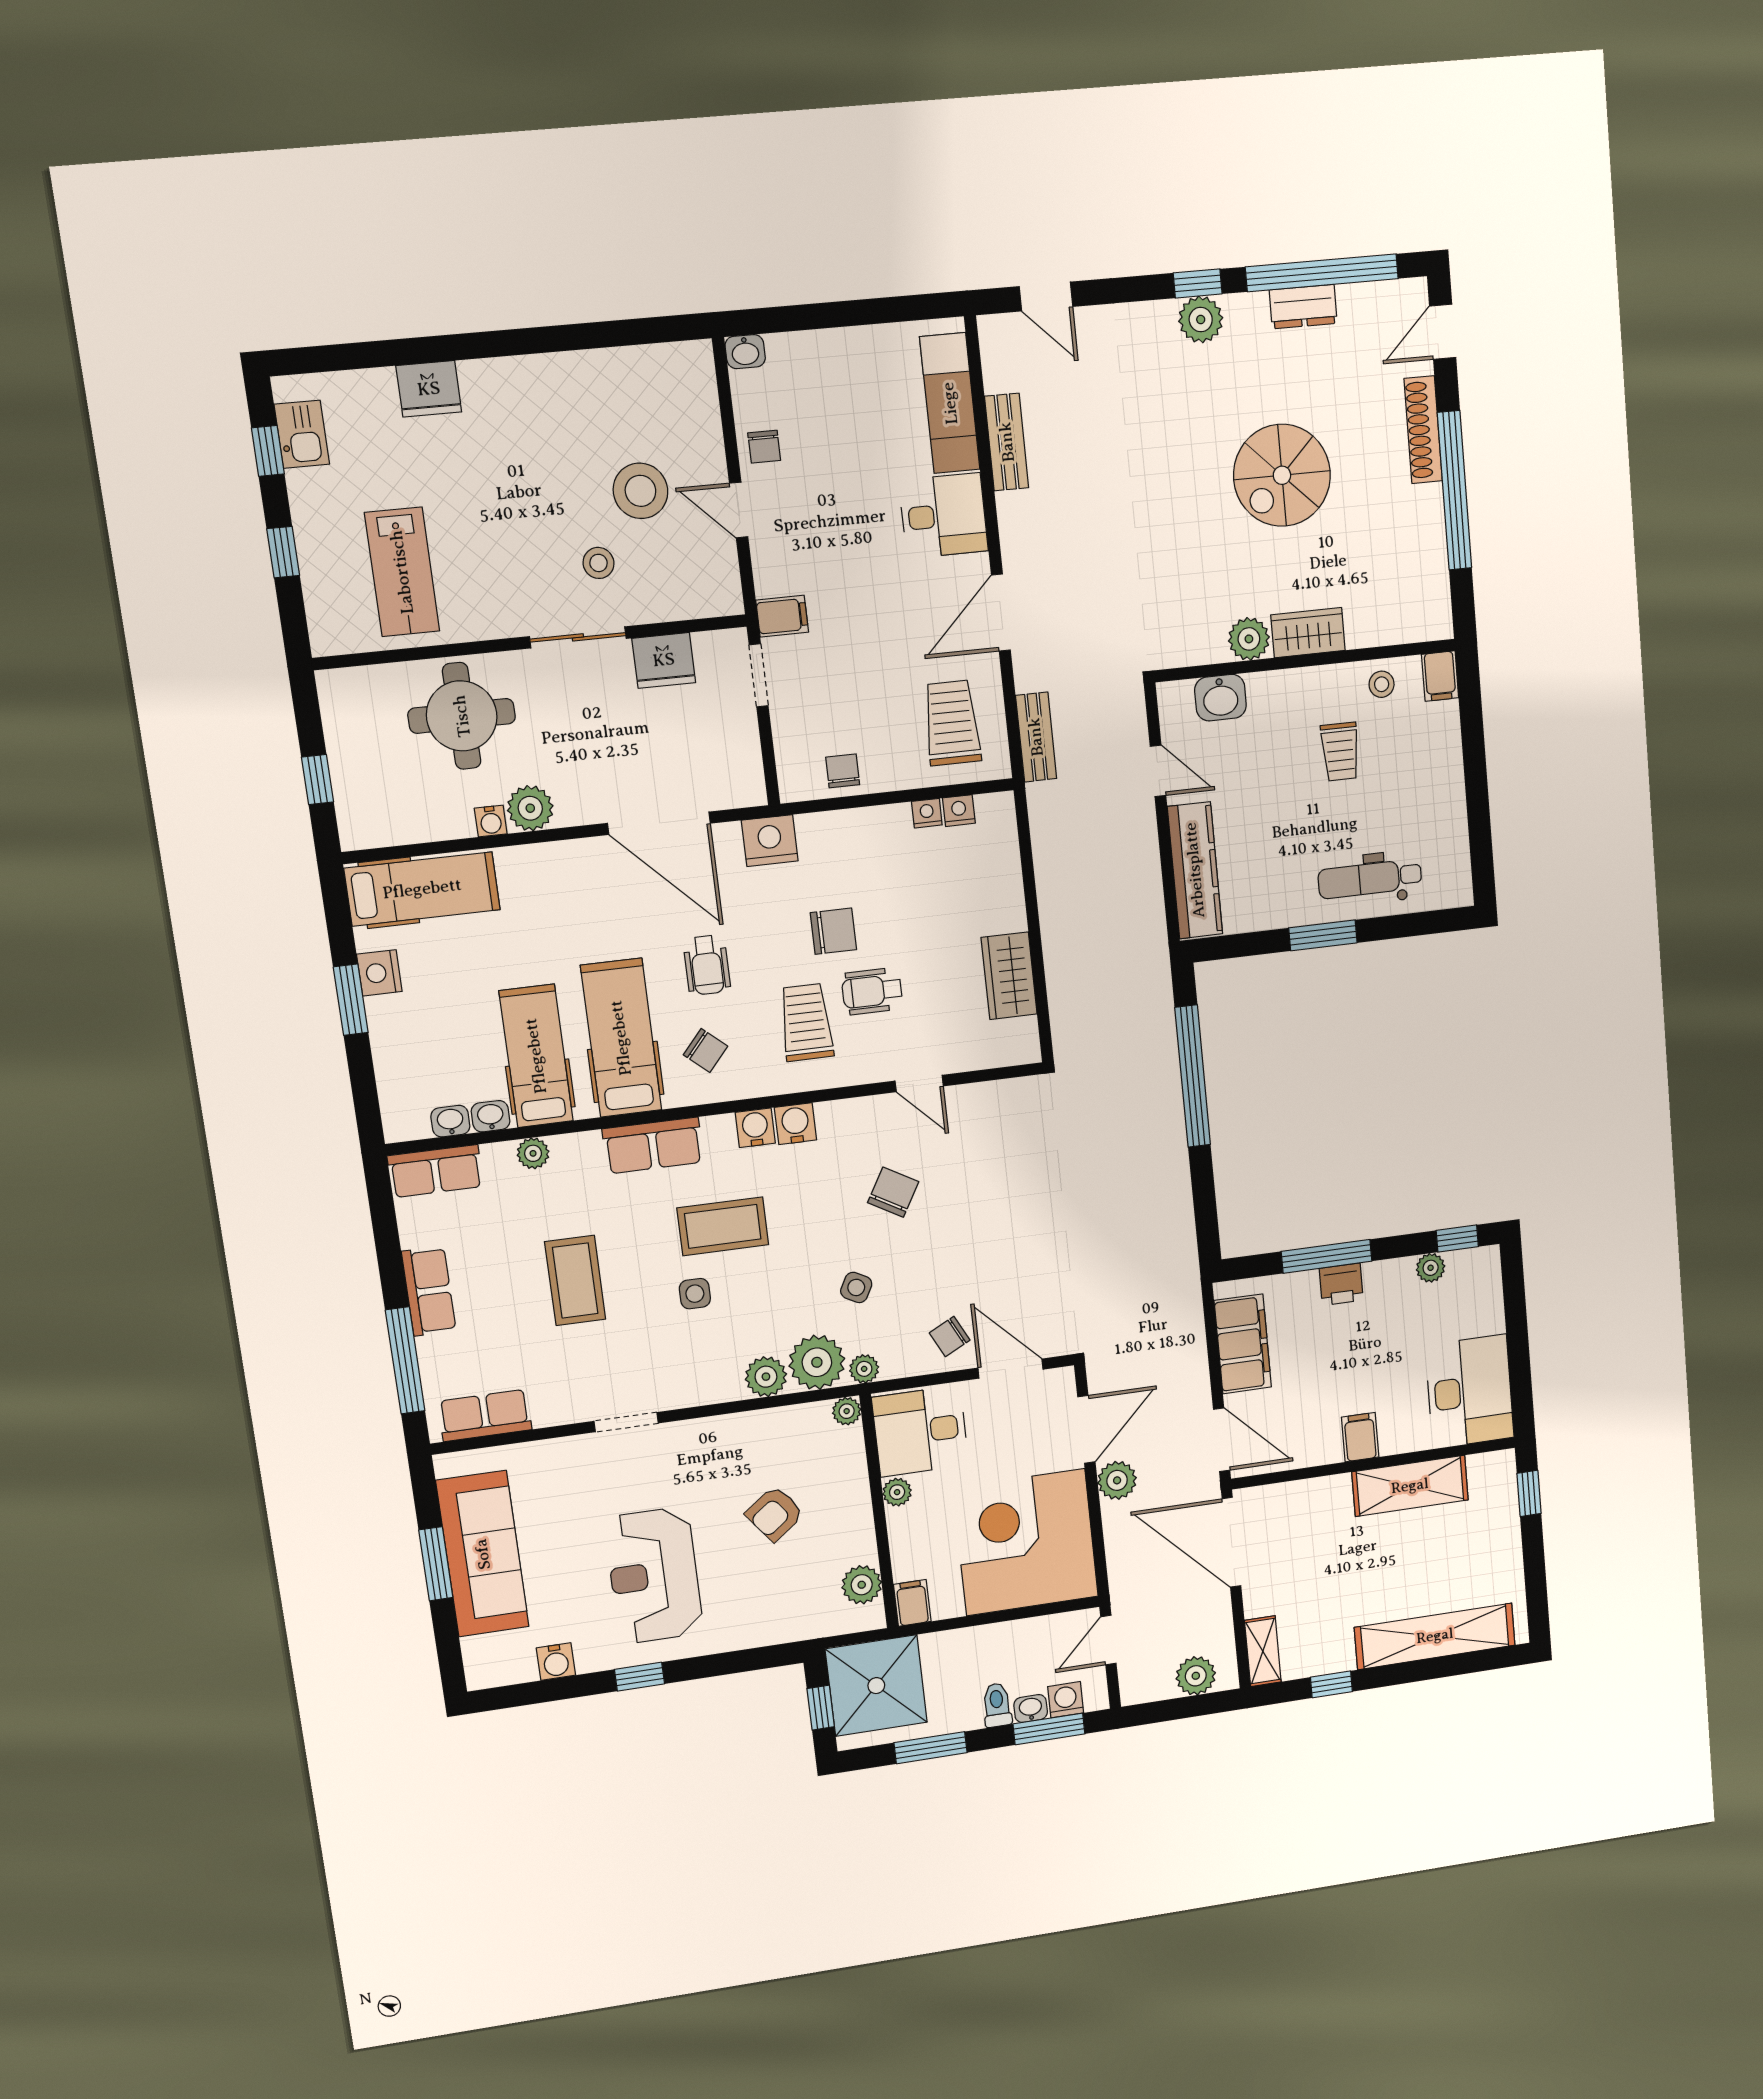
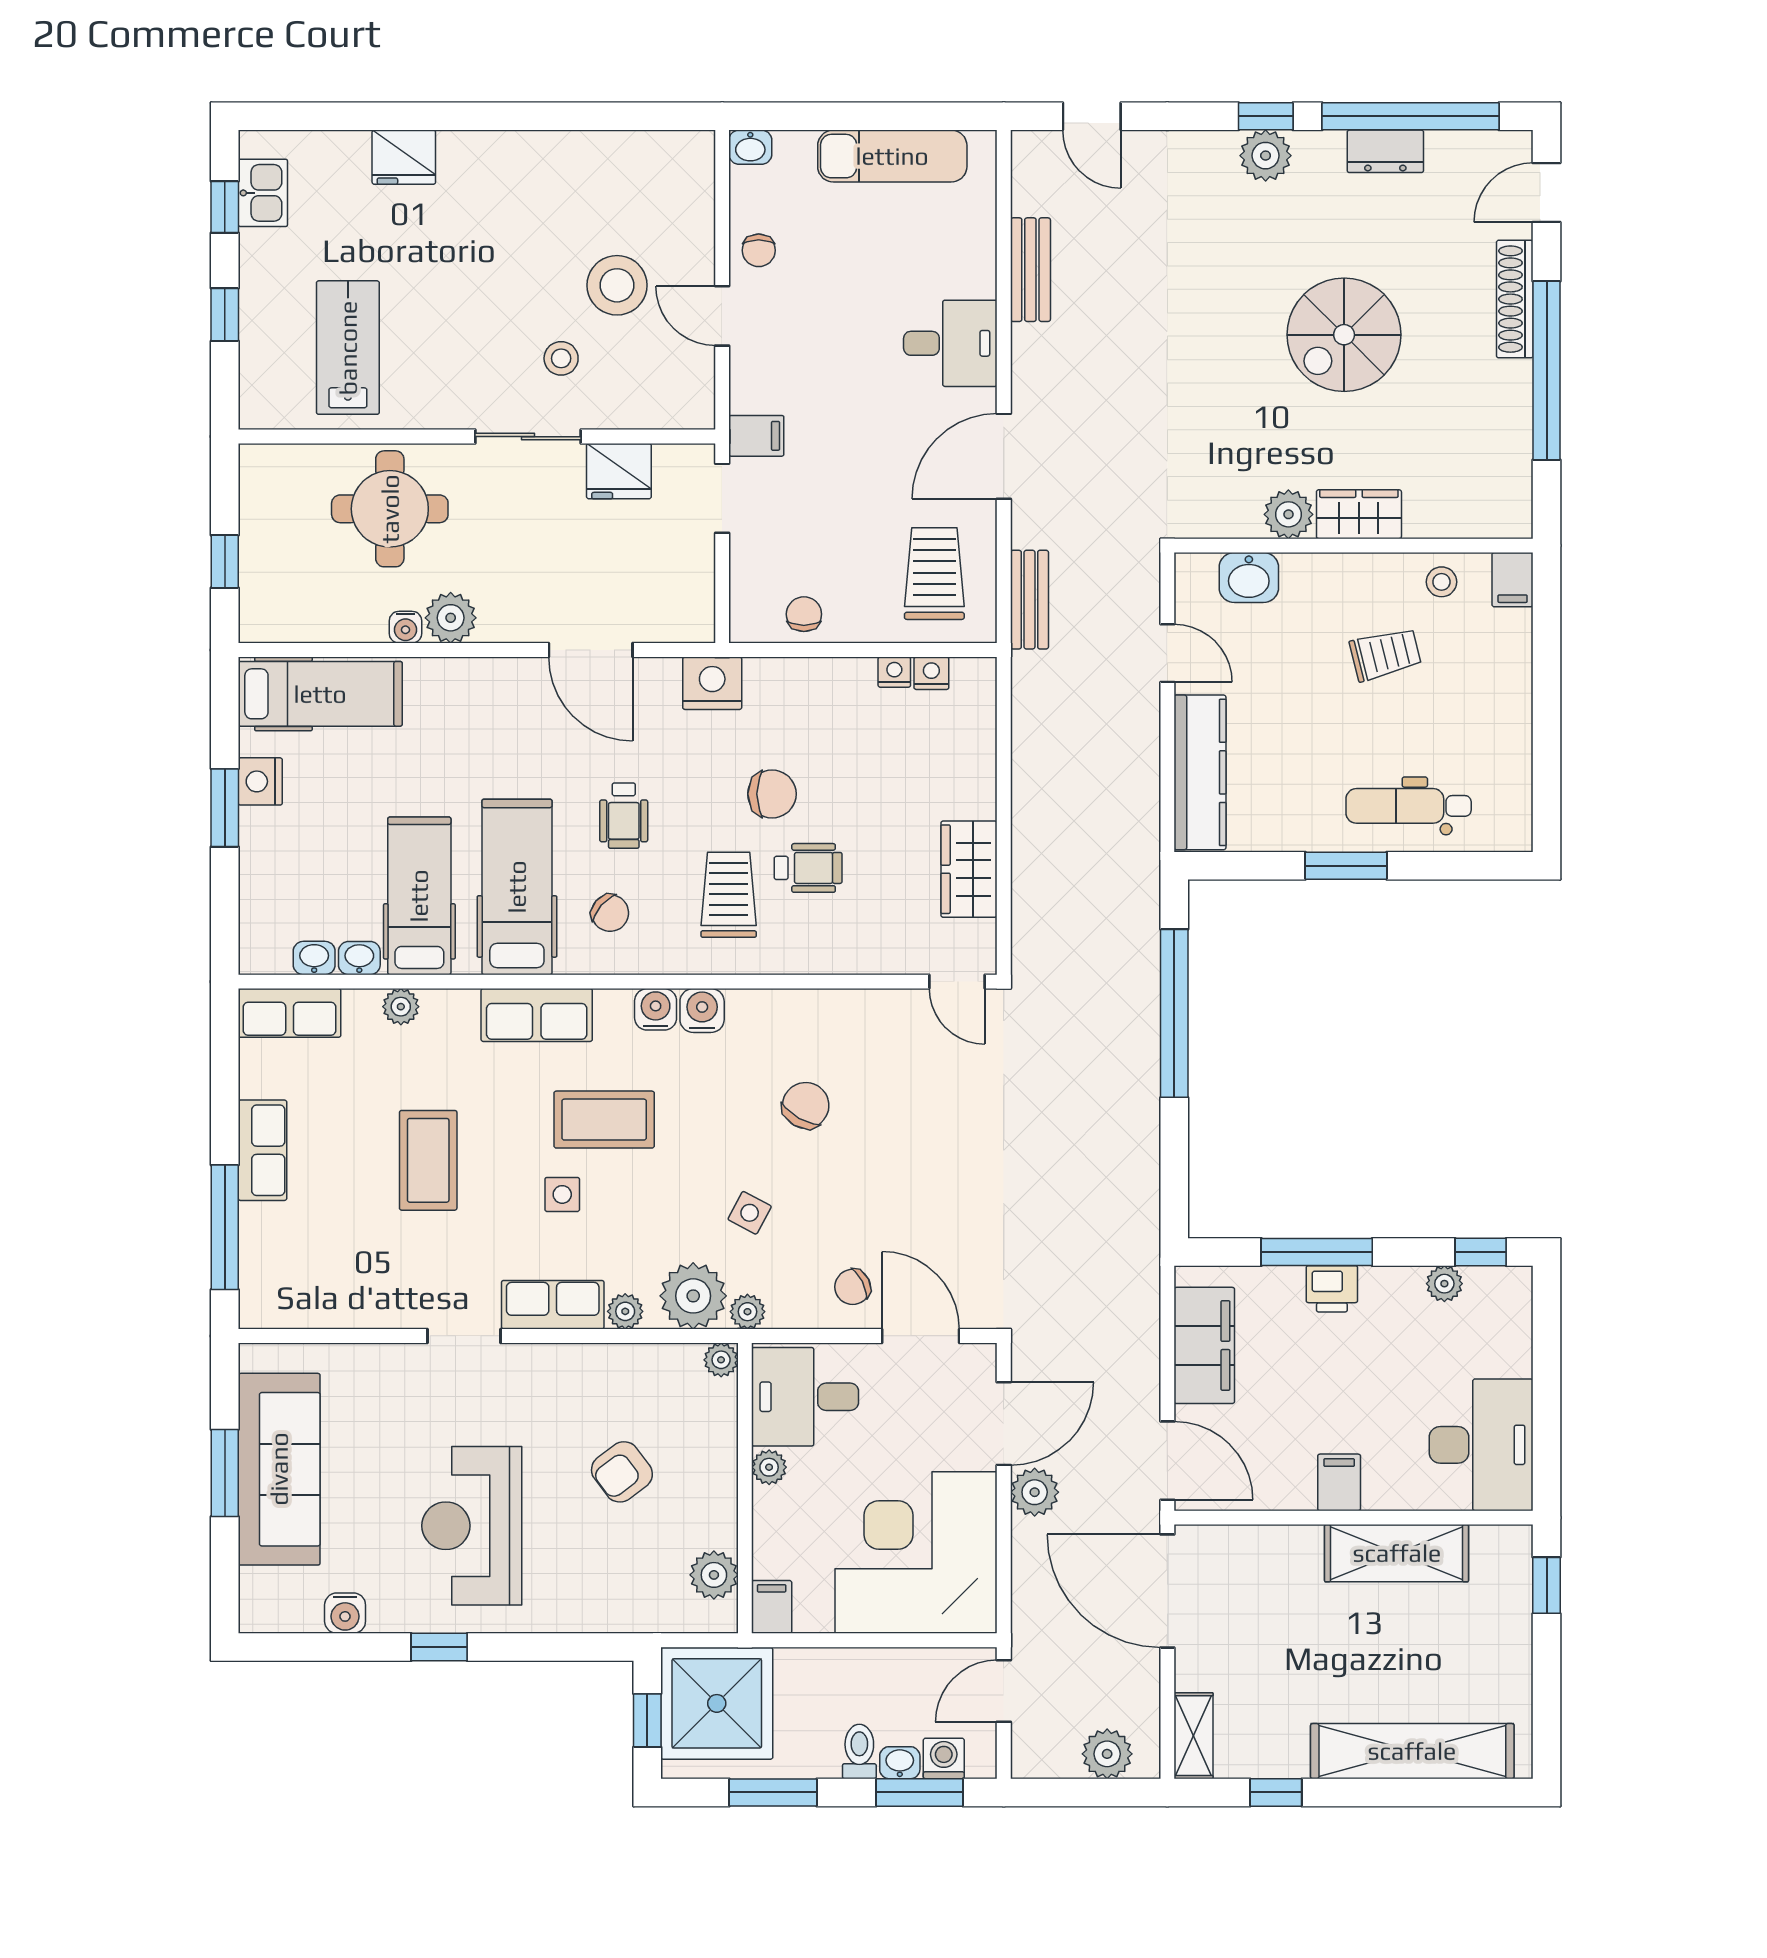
exam couch: (950, 403) -> (892, 156), moved, turned -90
lab bench: (402, 572) -> (348, 348), turned 180
trolley: (1340, 752) -> (1385, 654), turned -104
door: (659, 823) -> (591, 650), width x0.73
wheelchair: (872, 991) -> (808, 868), turned 180
door: (919, 1083) -> (957, 982), moved
plant: (766, 1377) -> (625, 1311), width x0.73, depth x0.73
row of seats: (485, 1415) -> (553, 1305), moved

